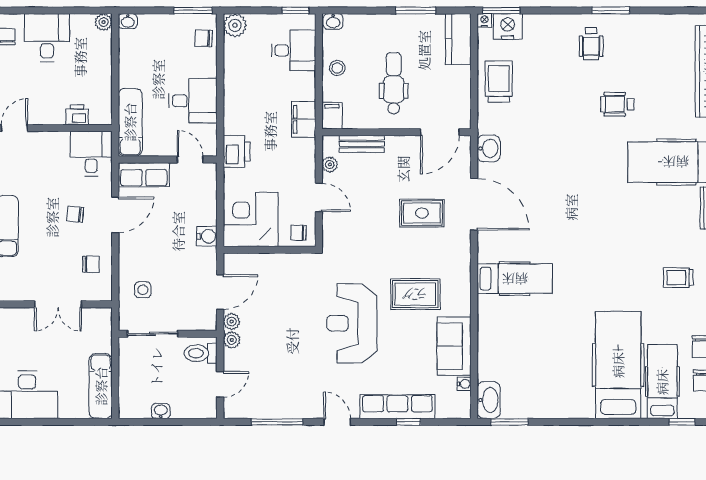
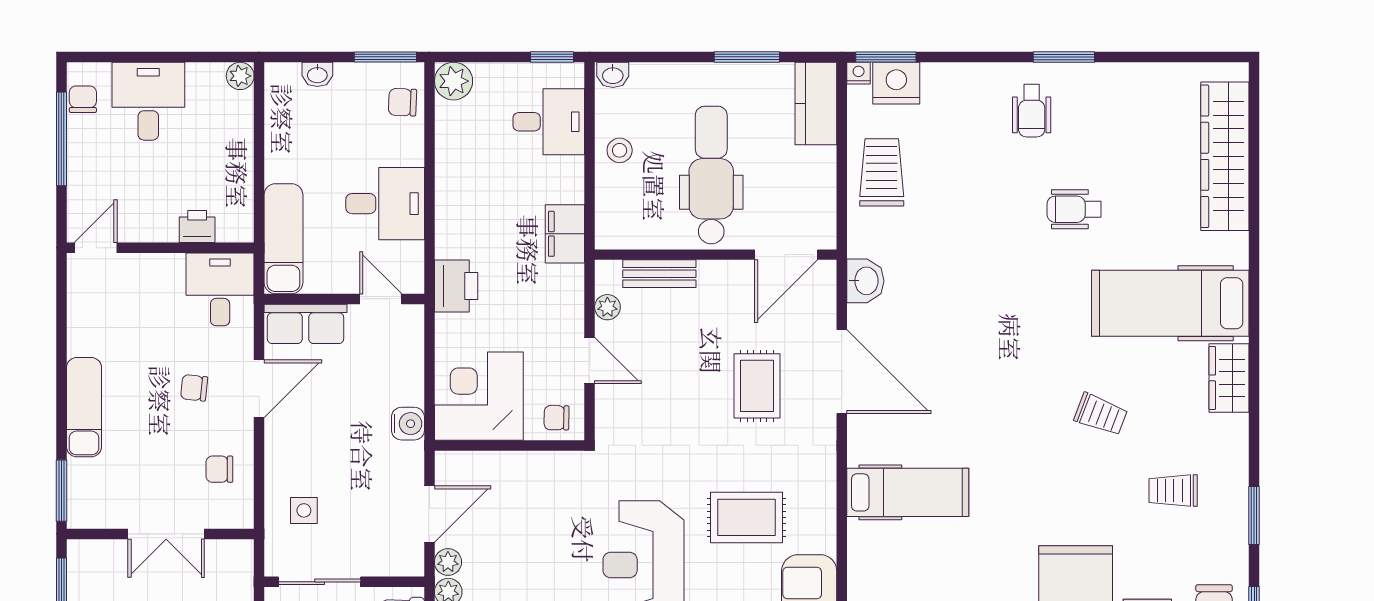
washbasin: (128, 21) -> (317, 74), moved
dental chair: (394, 83) -> (711, 175), width x1.36, depth x1.38
filing cabinet: (332, 116) -> (611, 228), removed
rug: (422, 213) -> (757, 386), turned 90
trolley: (634, 231) -> (1101, 414), added
chair: (91, 264) -> (219, 469), turned 180

